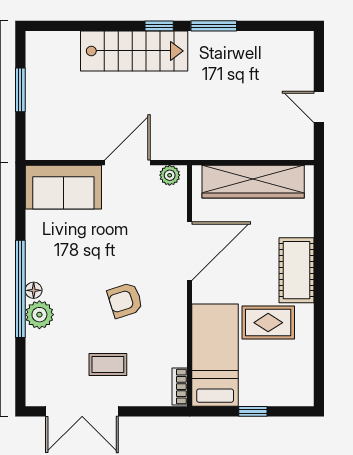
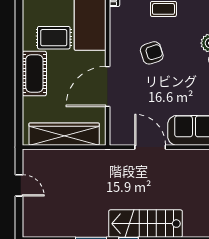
door: (127, 163) -> (150, 147), swing flipped
plant: (170, 175) -> (121, 138), removed

